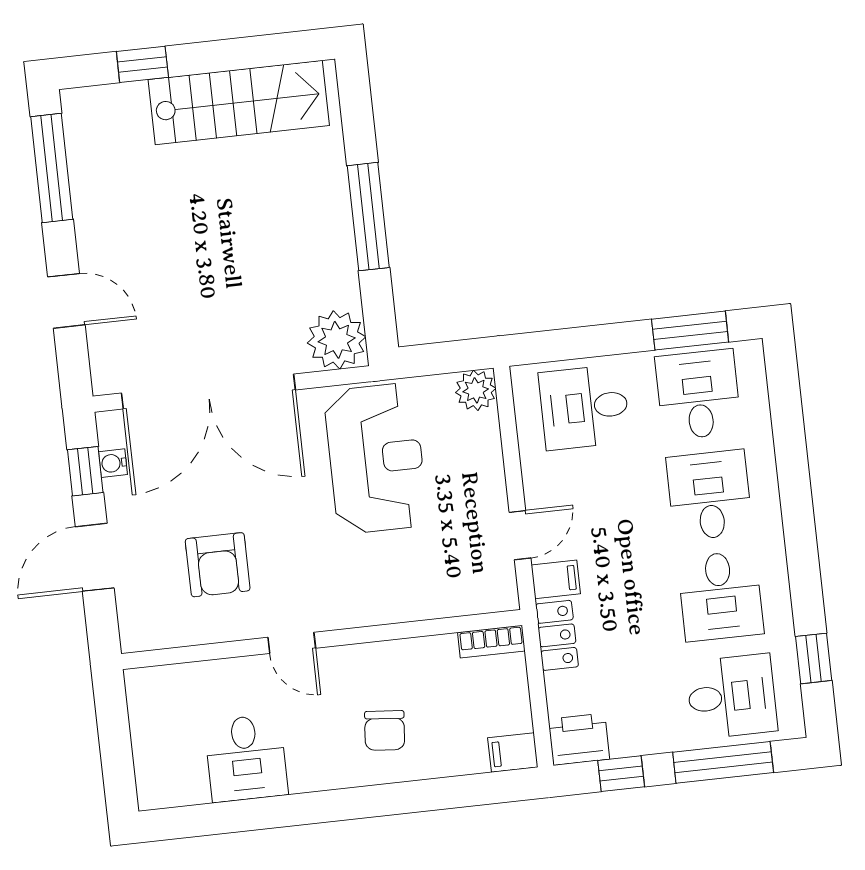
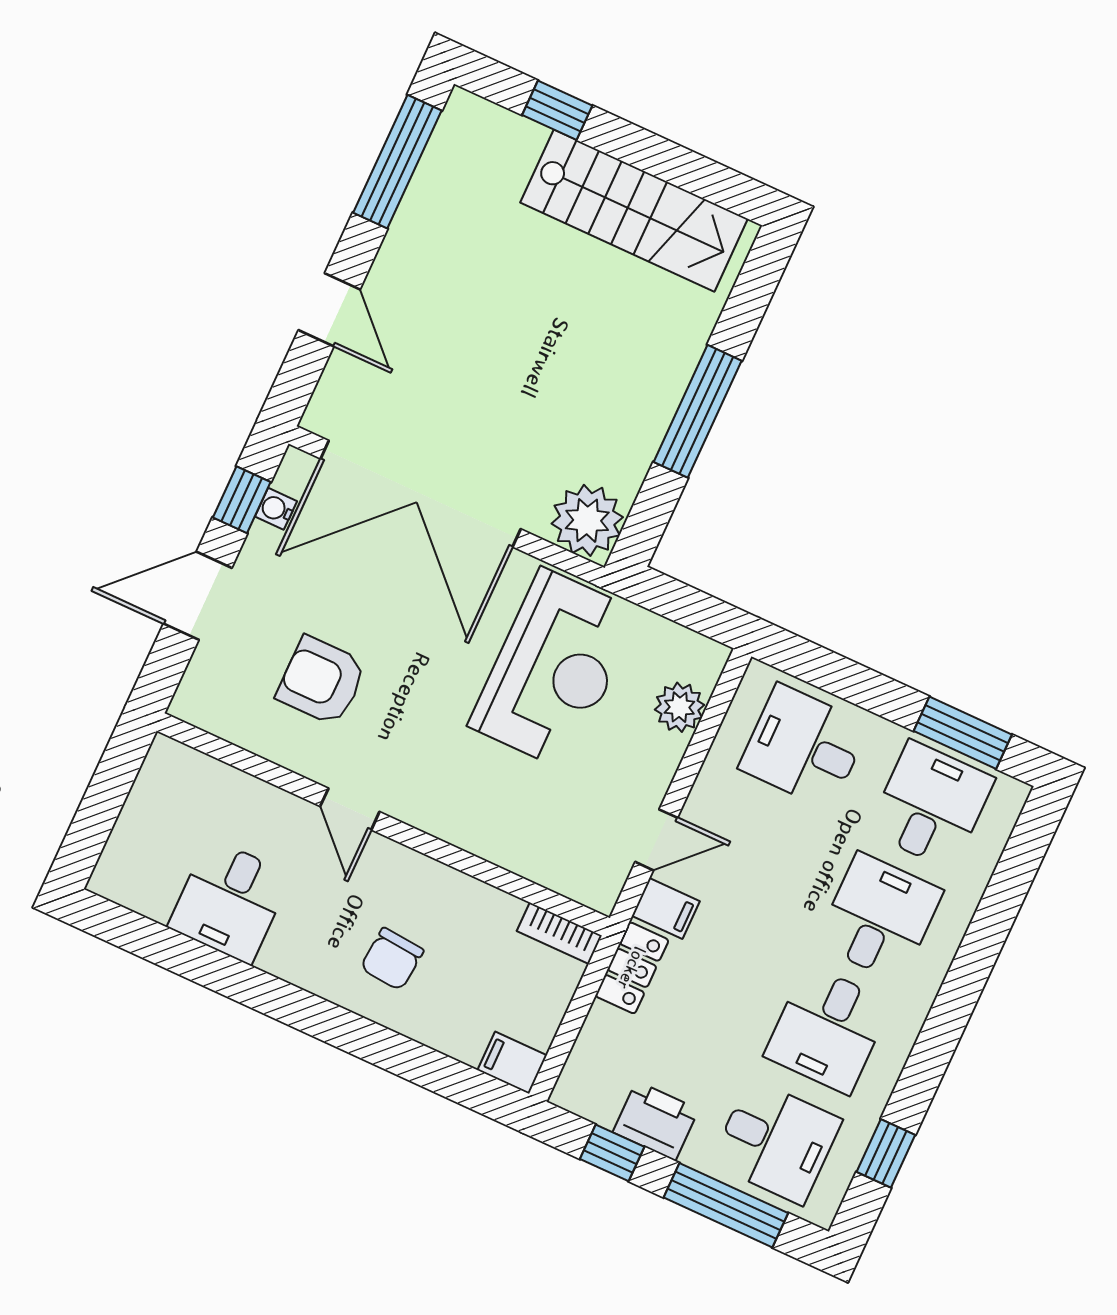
plant: (476, 390) -> (679, 707), moved
armchair: (218, 565) -> (321, 681), turned 90
printer: (579, 739) -> (656, 1121), moved

